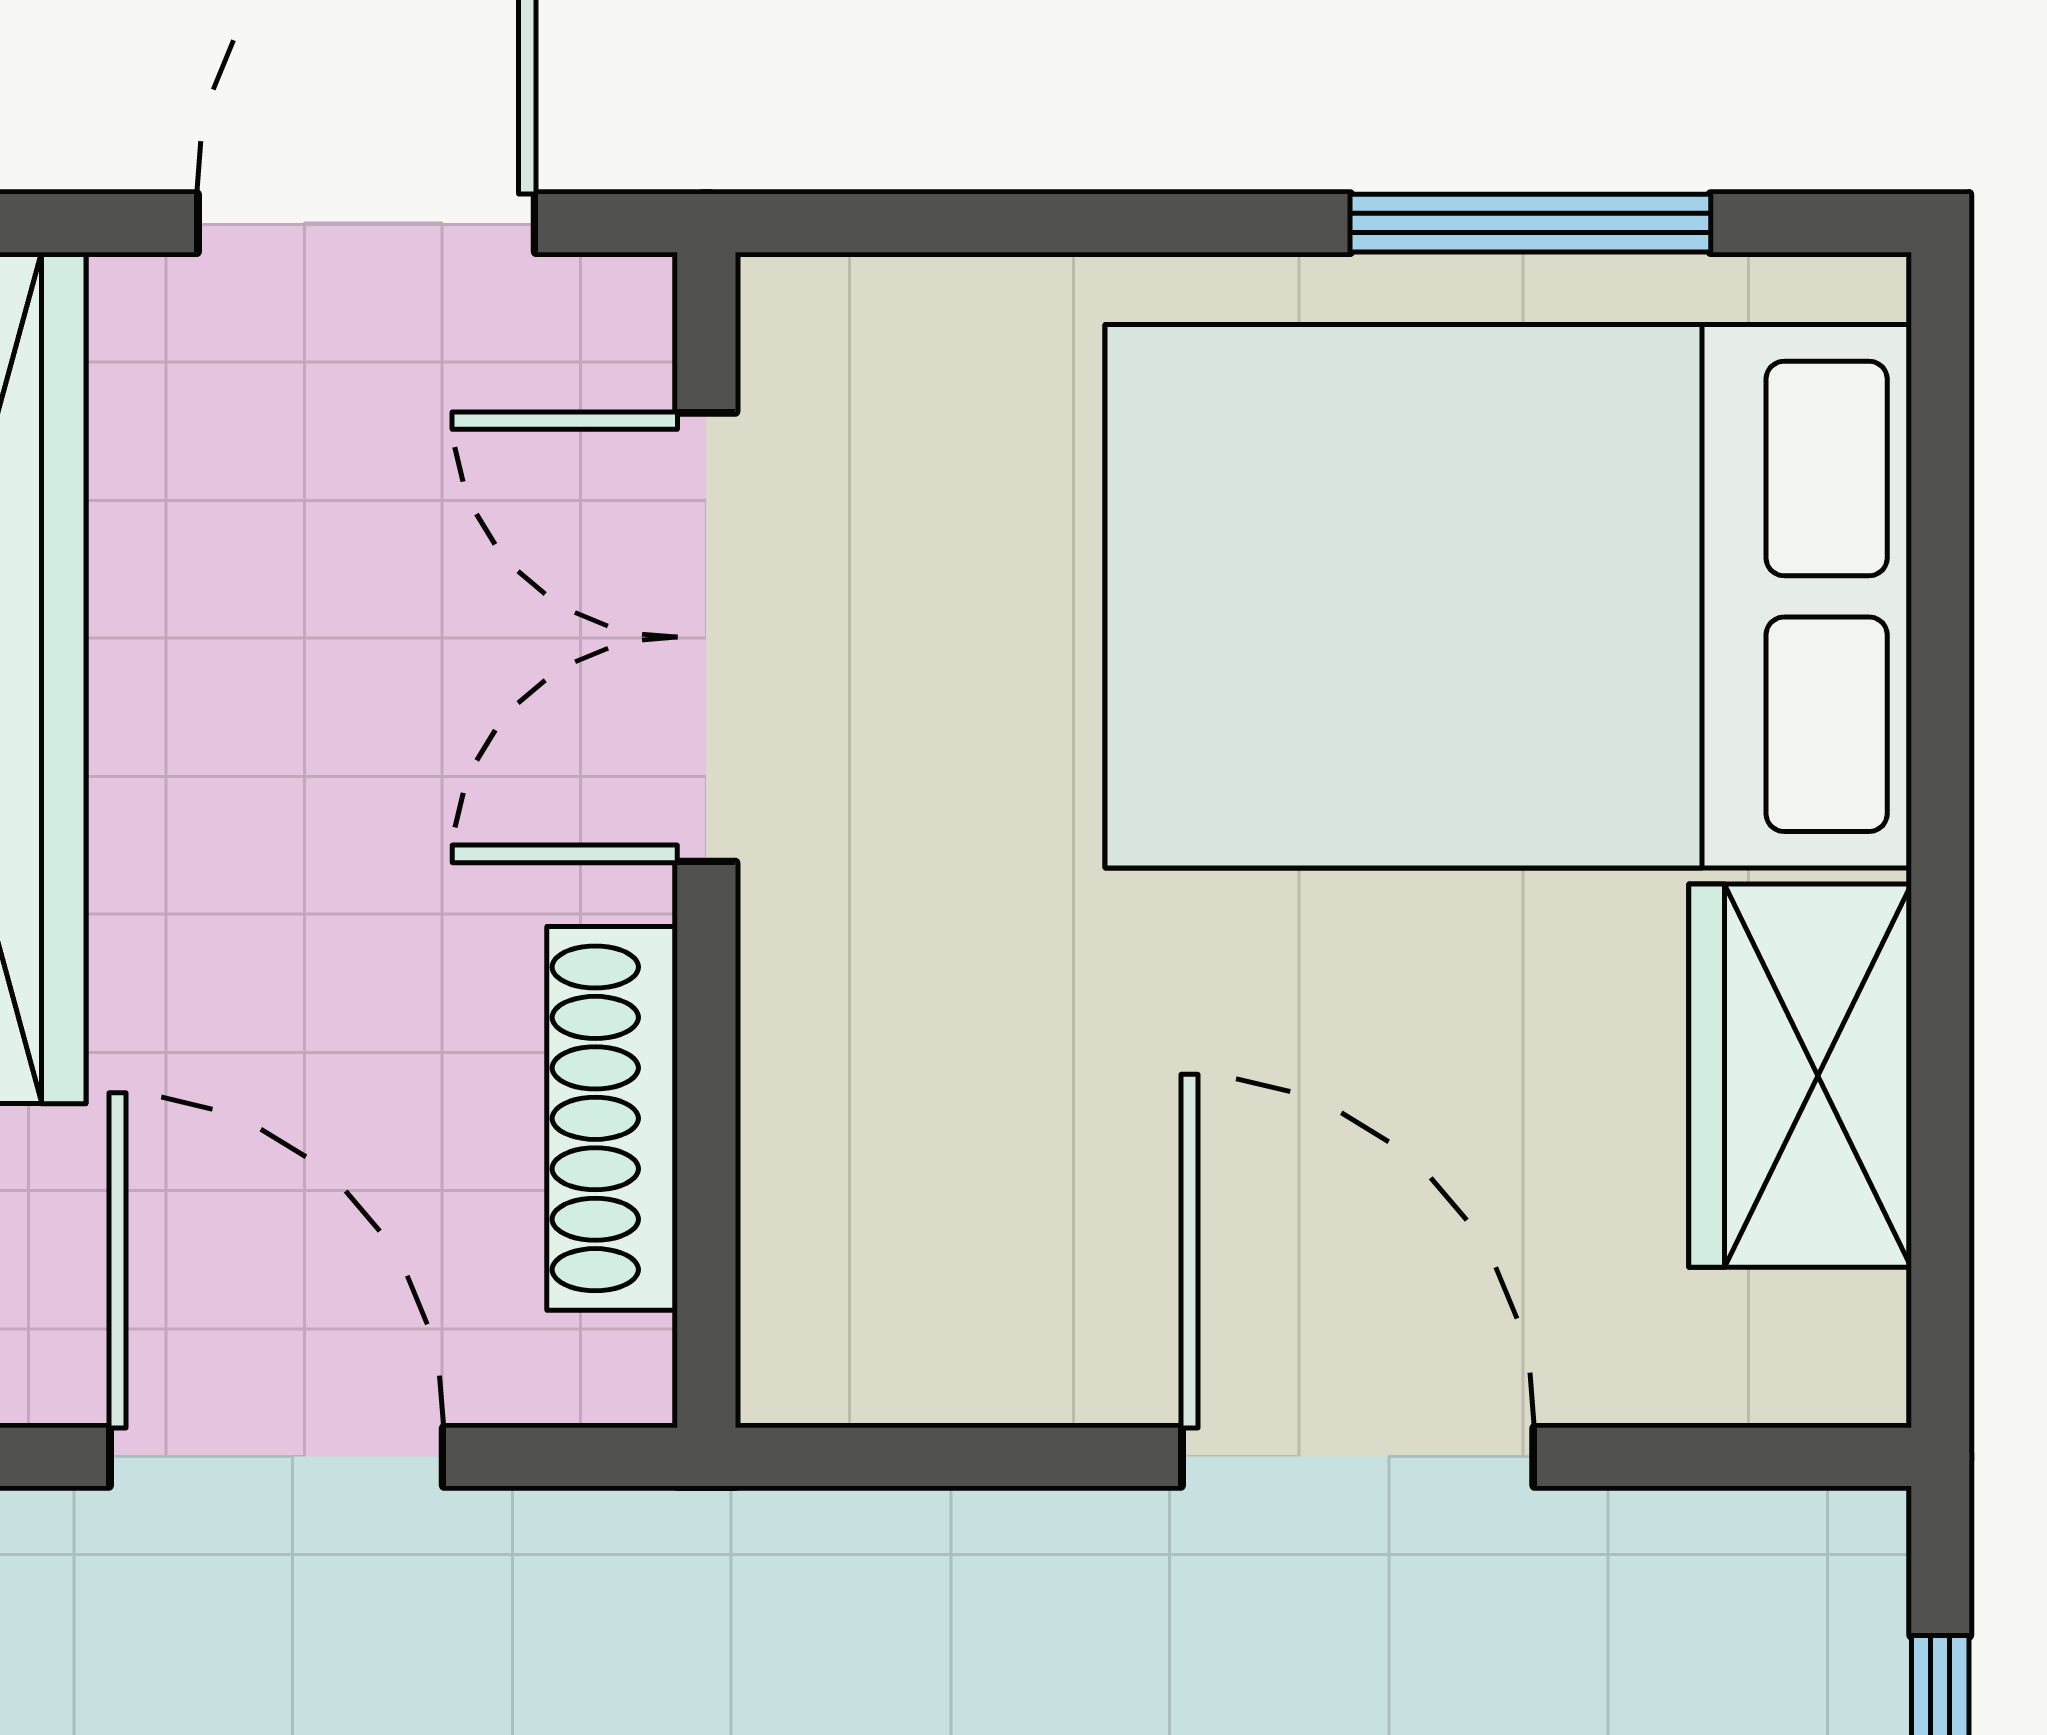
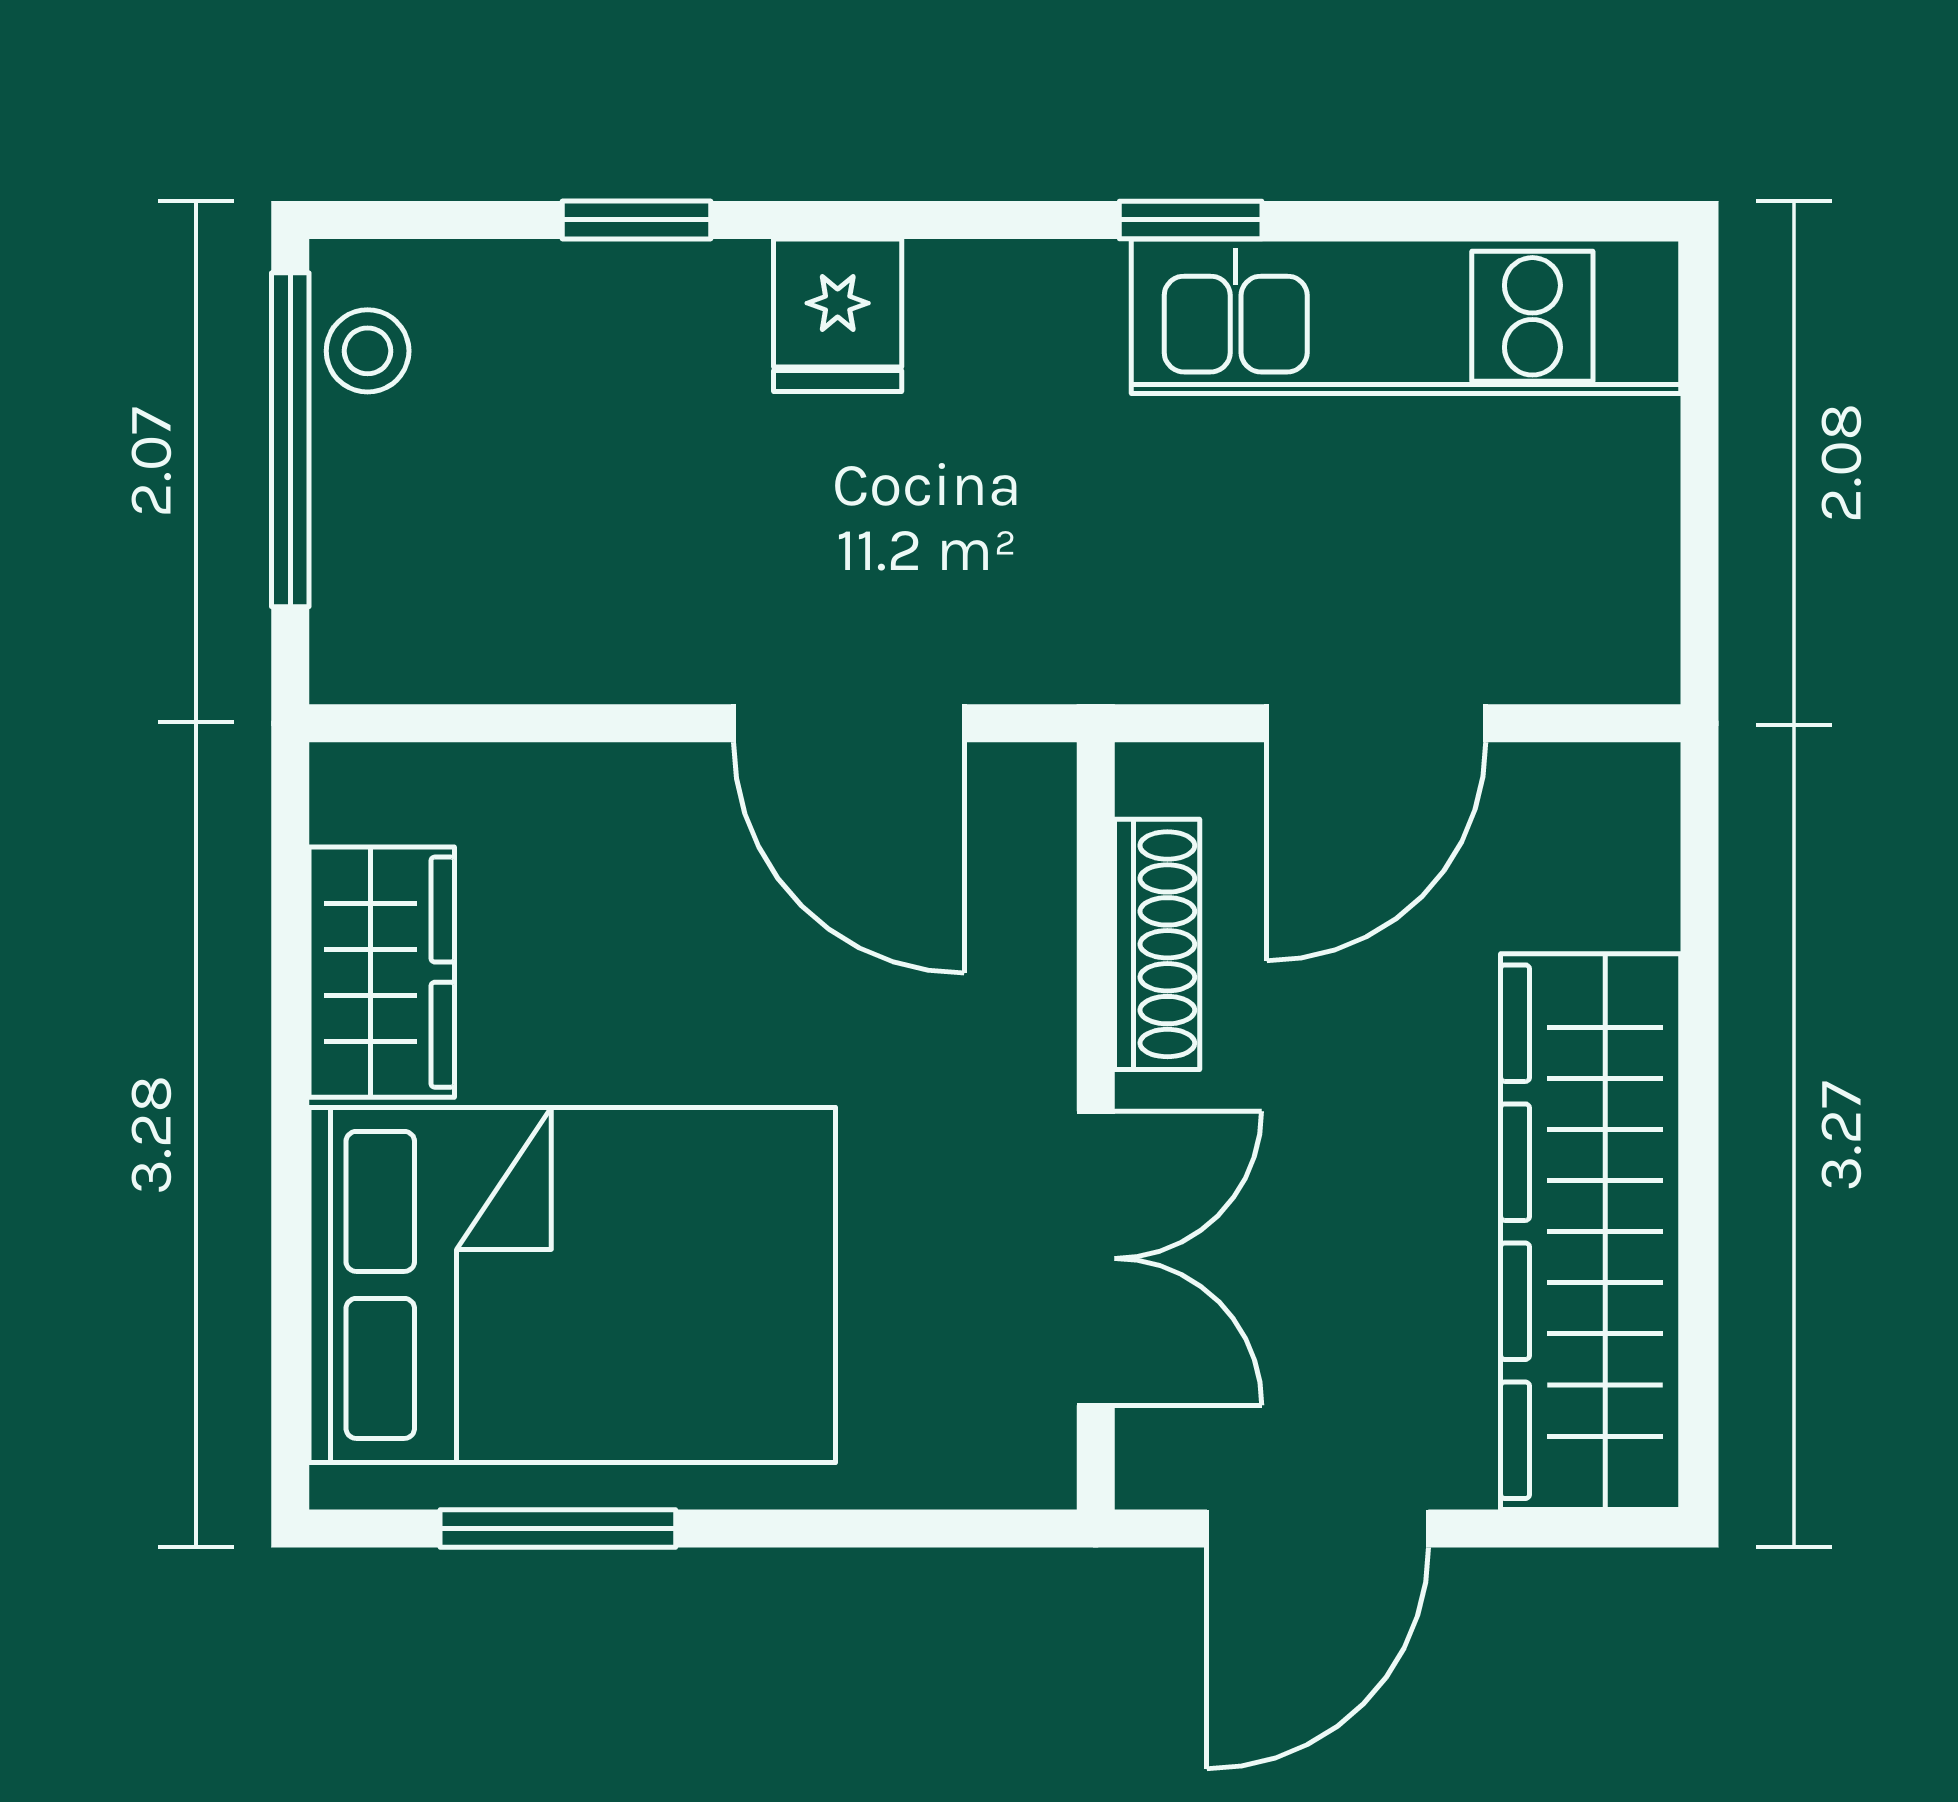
door: (276, 1457) -> (1376, 723), hinge flipped
door: (1358, 1457) -> (849, 723), moved

